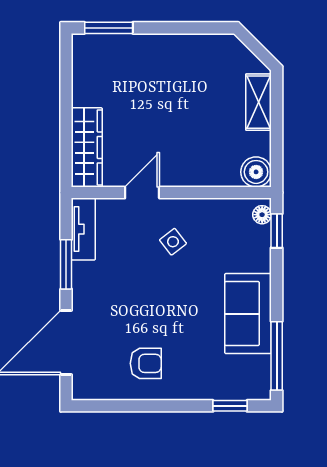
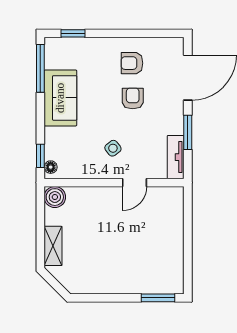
wardrobe: (87, 147) -> (173, 214), removed
armchair: (145, 313) -> (133, 98), added

